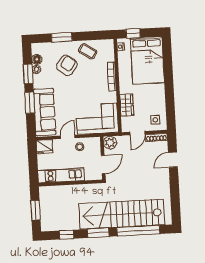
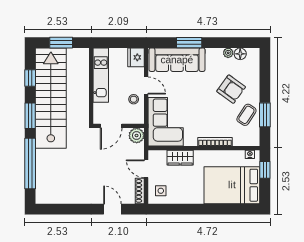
window: (62, 37) -> (265, 115), moved
window: (28, 74) -> (223, 43), removed
door: (103, 164) -> (111, 126), hinge flipped
stairs: (122, 214) -> (51, 98), moved

